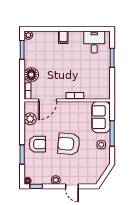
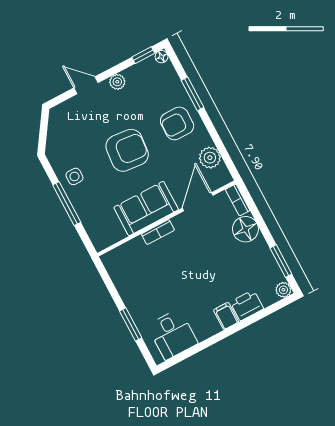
printer: (50, 37) -> (247, 305), added
sofa: (101, 117) -> (146, 208), moved, turned -90

